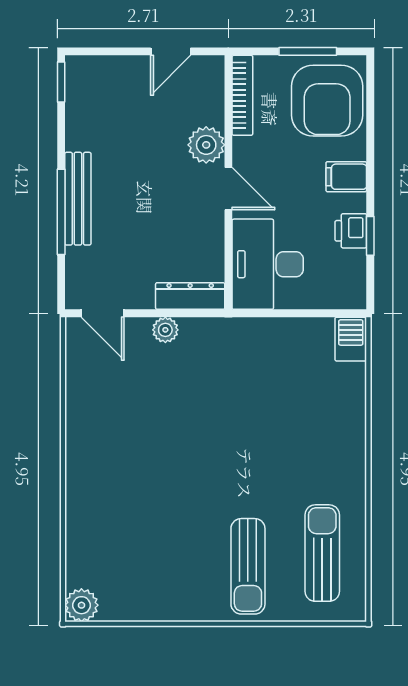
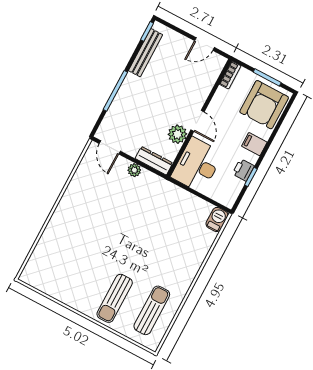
bookcase: (242, 95) -> (230, 75), width x0.64
plant: (206, 145) -> (177, 134), moved
bench: (78, 199) -> (146, 53), moved
plant: (81, 605) -> (29, 276), removed

